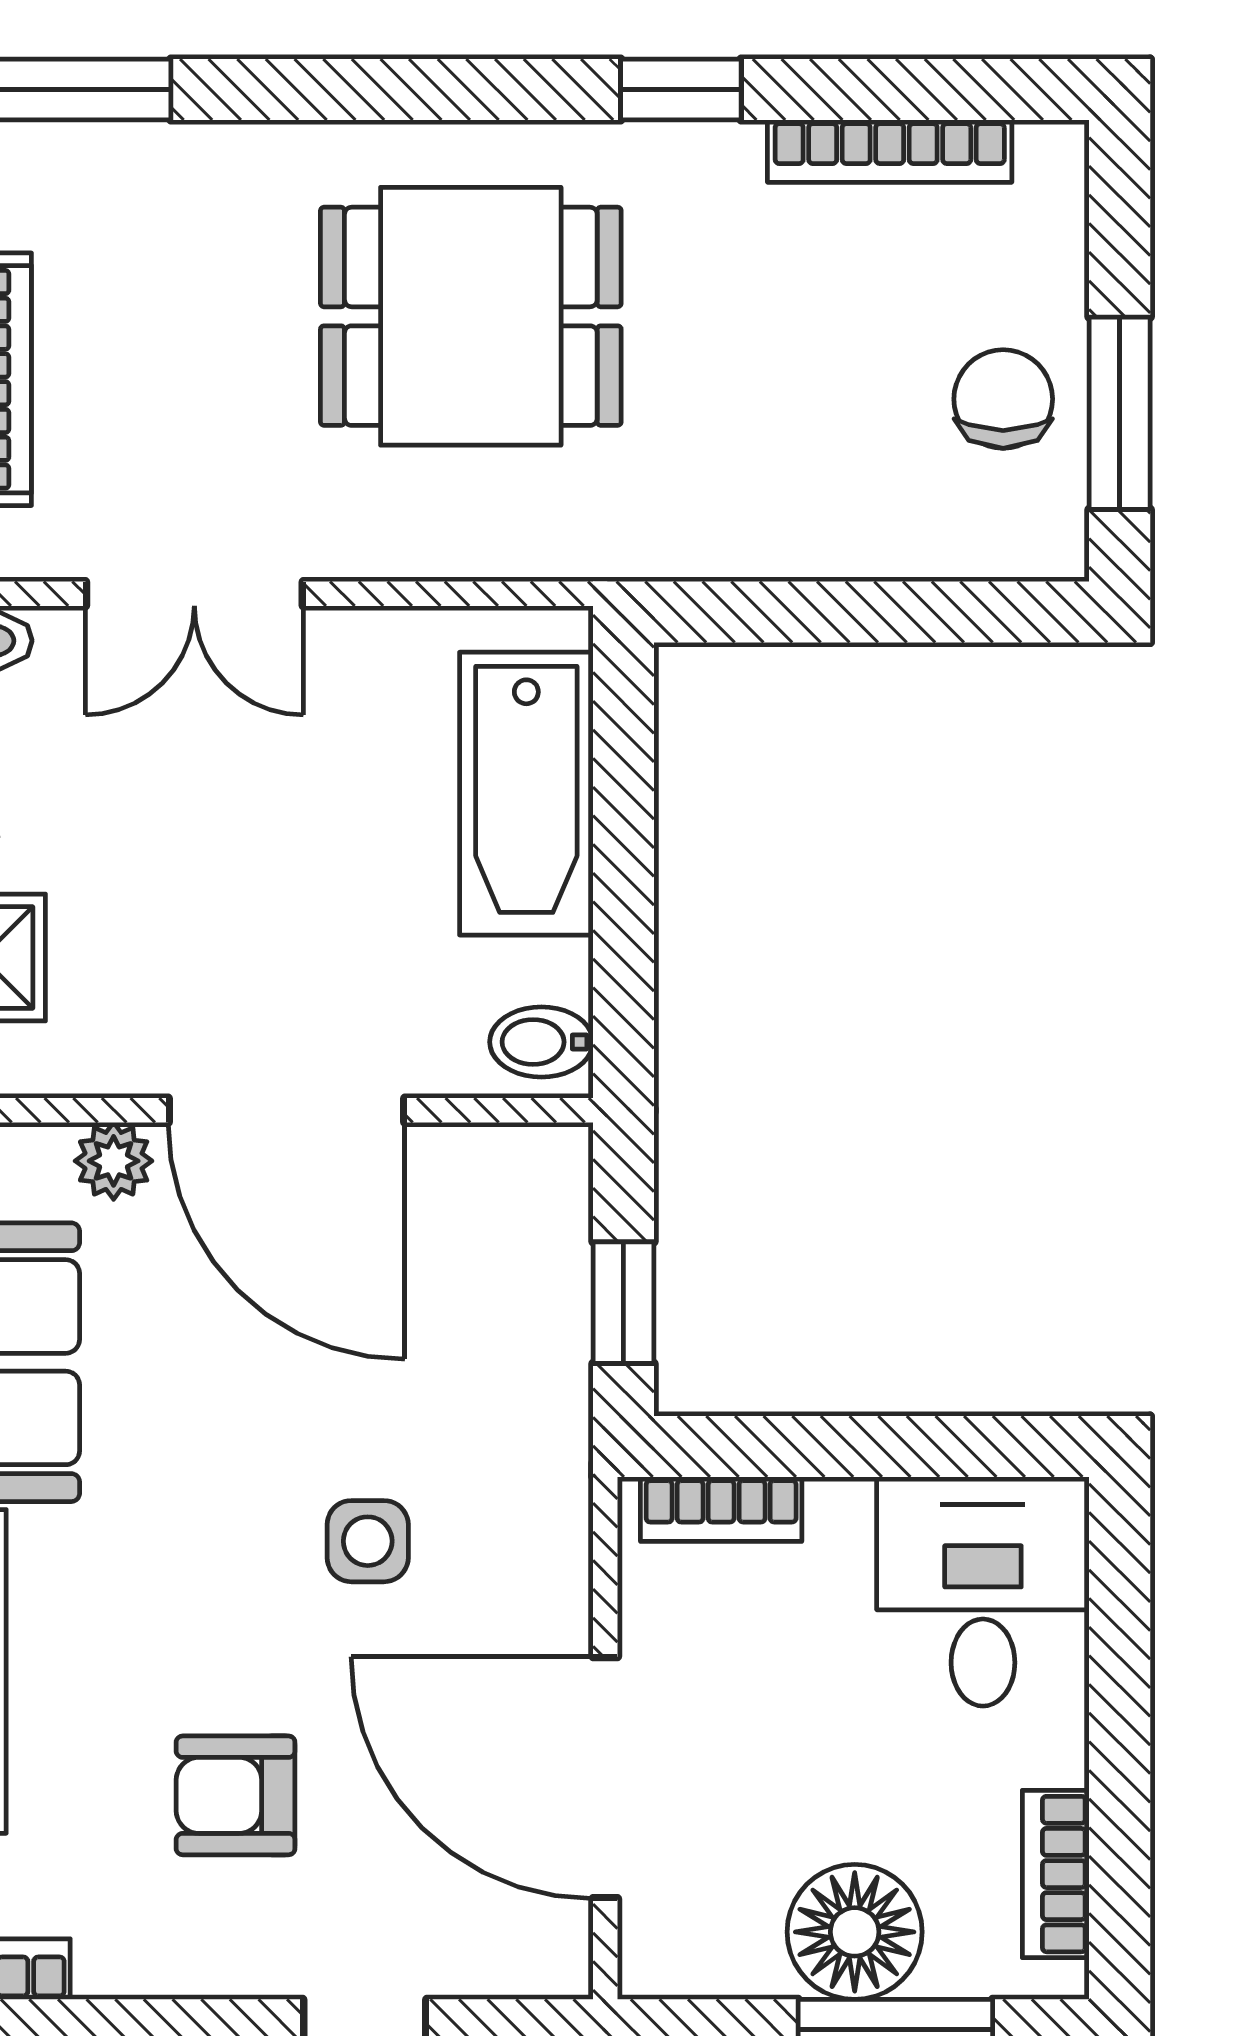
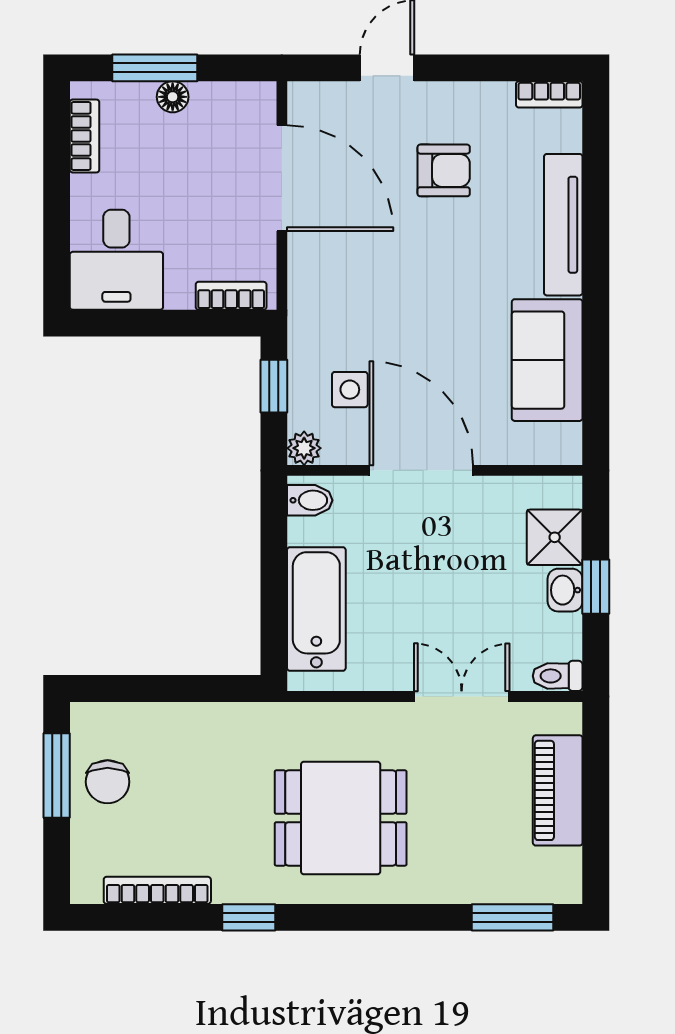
plant: (114, 1161) -> (304, 448), moved
side table: (368, 1541) -> (350, 390), moved
floor lamp: (855, 1932) -> (173, 97), width x0.53, depth x0.53

